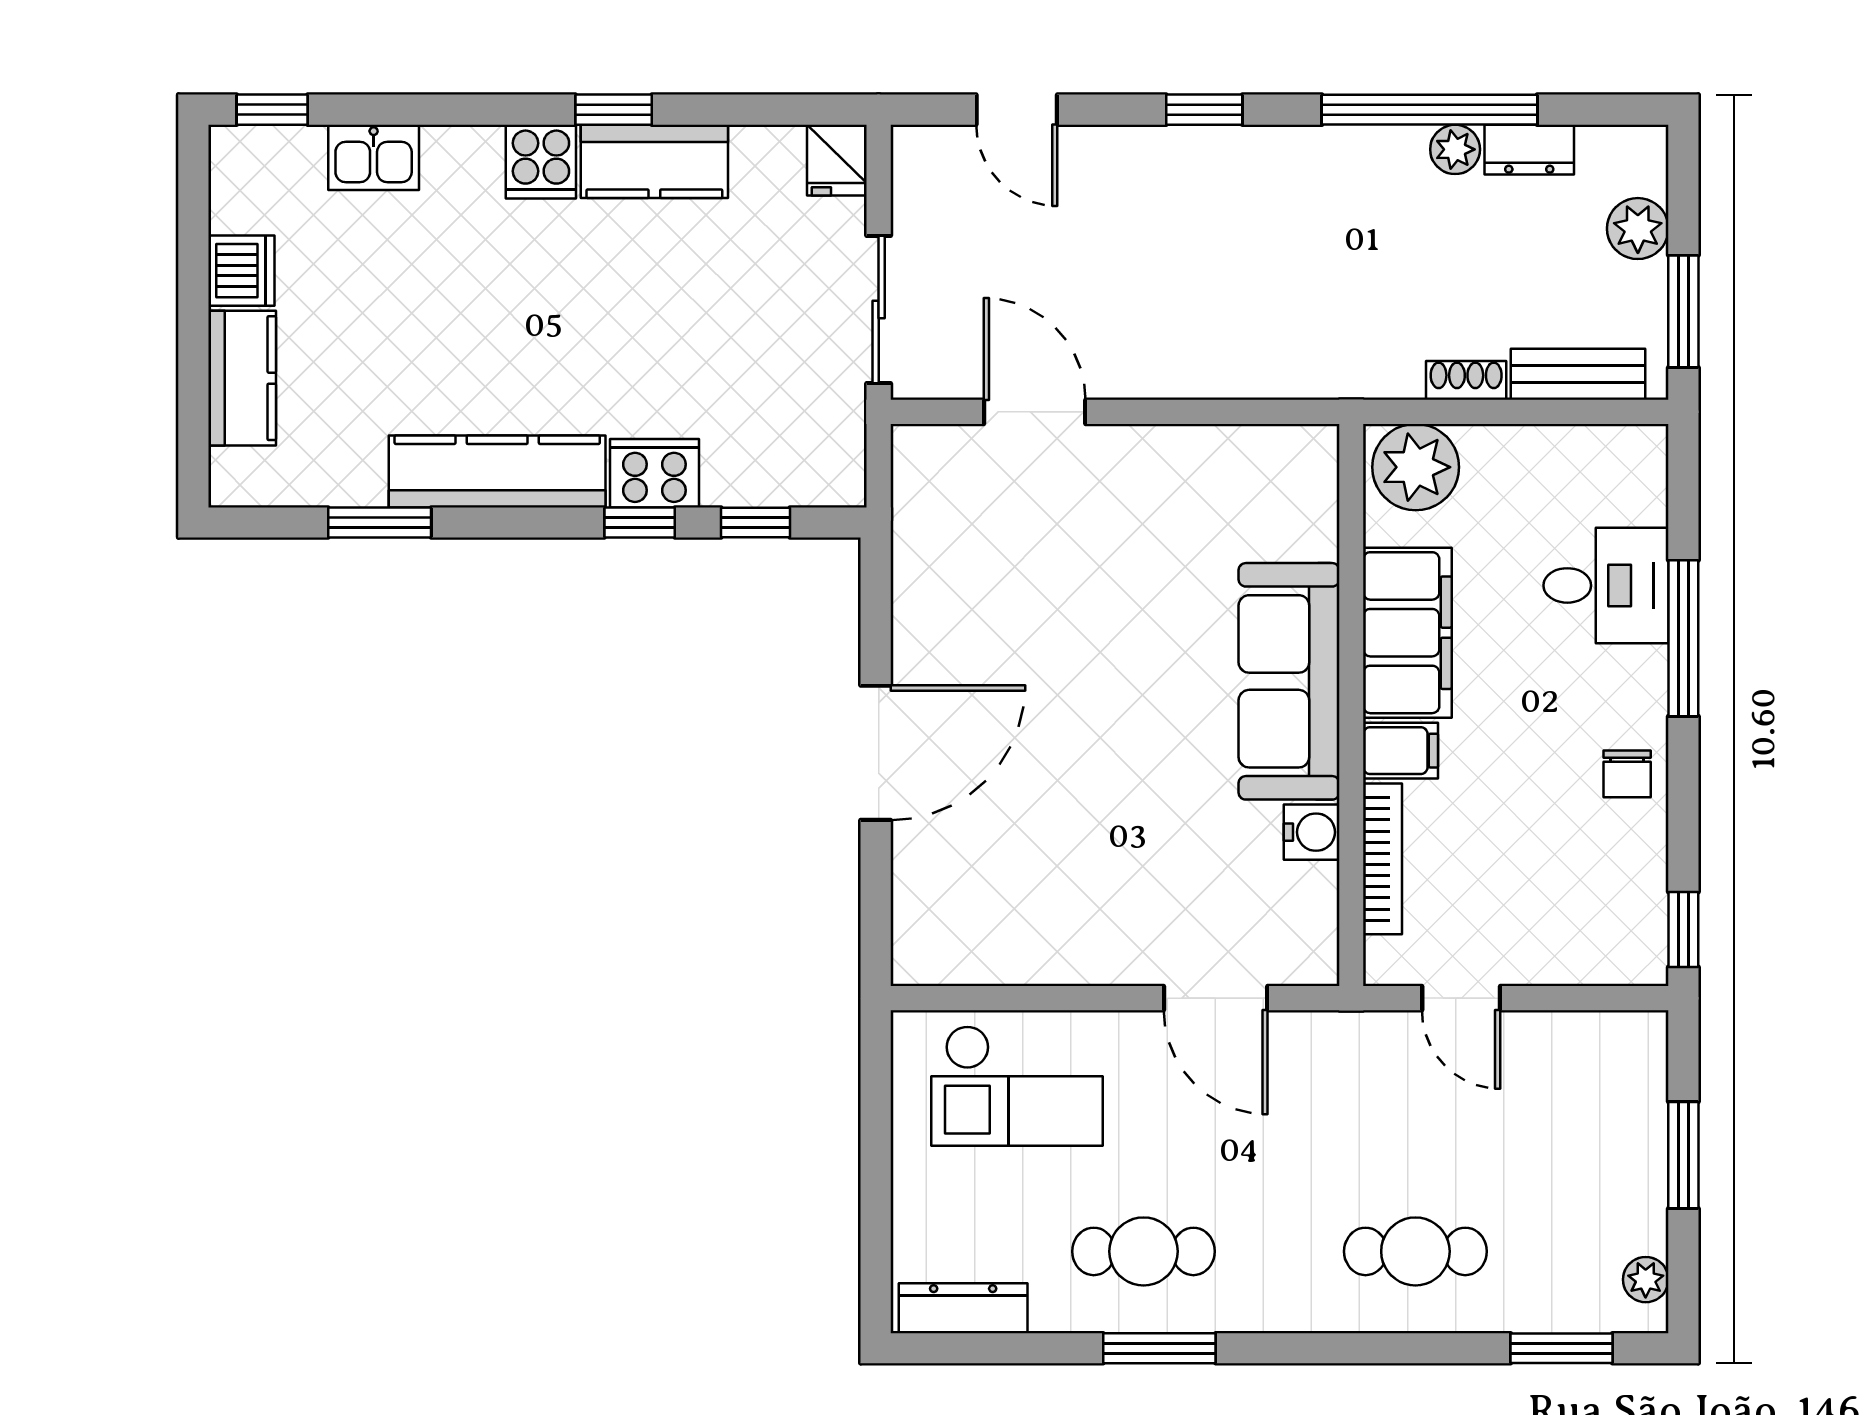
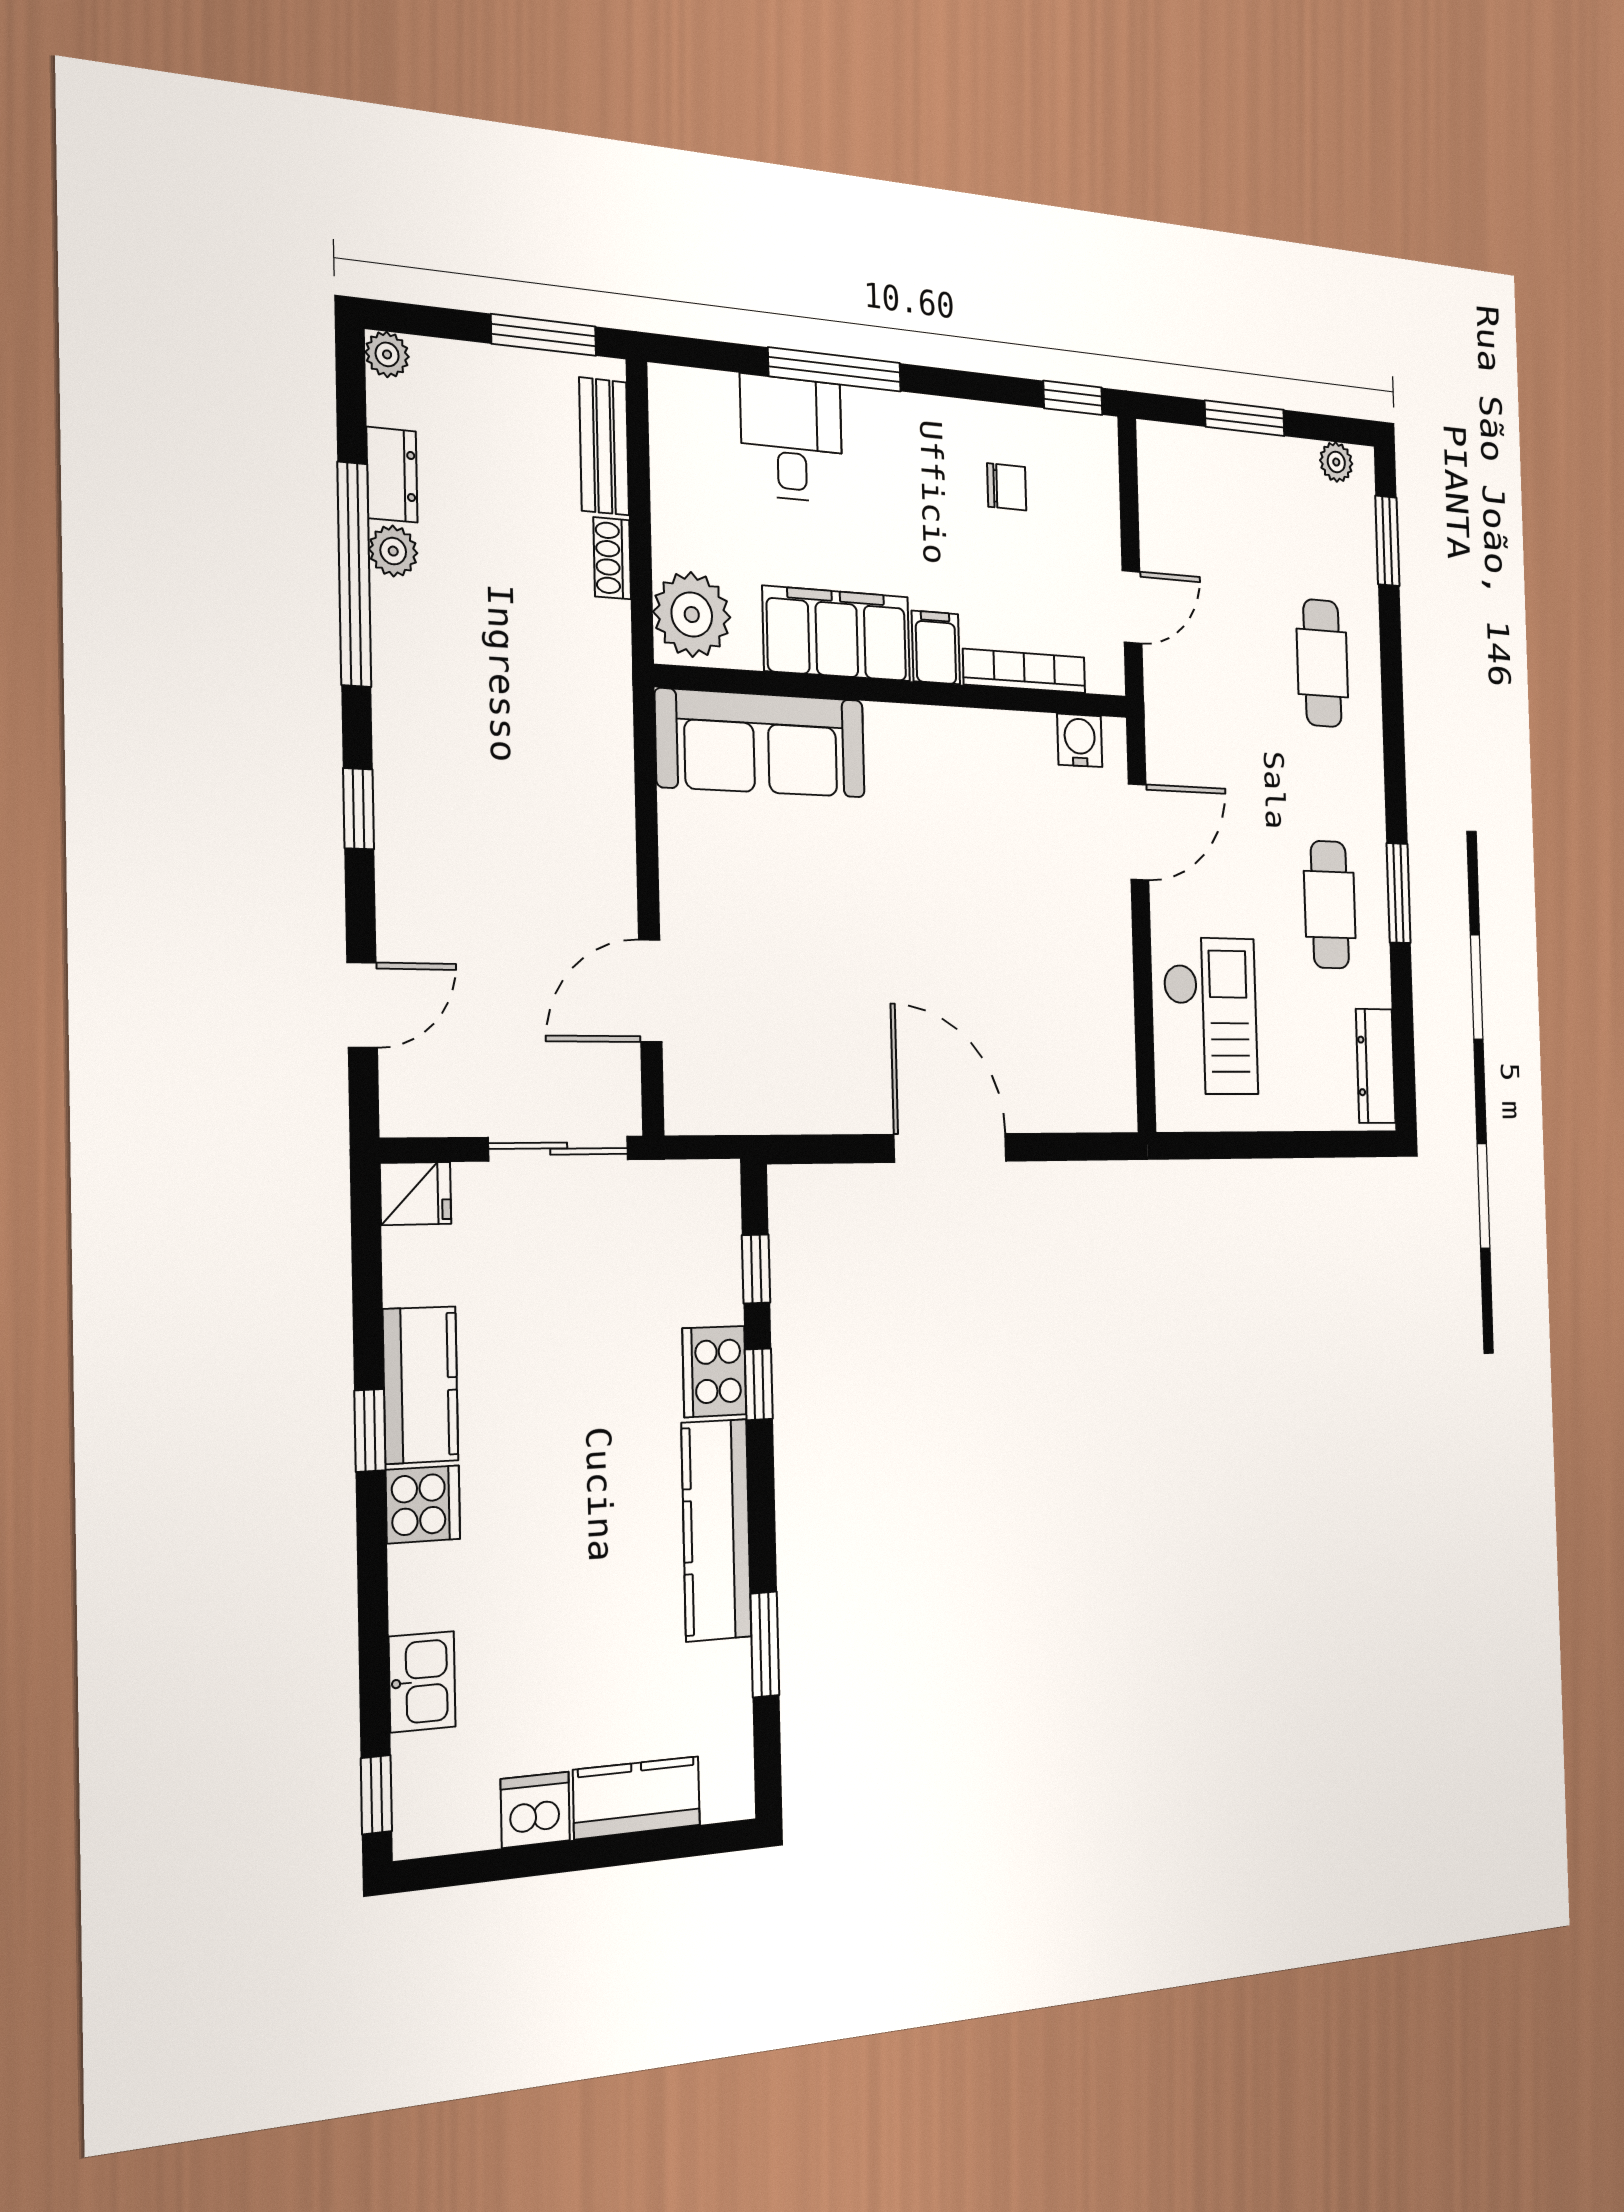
plant: (1638, 229) -> (387, 354), moved, width x0.73, depth x0.73
sofa: (1289, 681) -> (761, 743), moved
chair: (1627, 774) -> (1007, 487), moved
water cooler: (1312, 832) -> (1080, 740), moved

